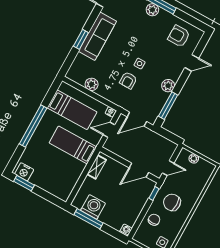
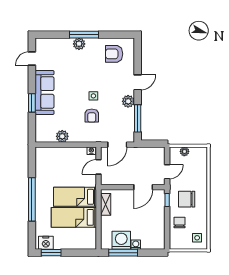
door: (192, 63) -> (138, 82), moved
bed: (72, 110) -> (74, 217), moved, turned 180
washing machine: (126, 230) -> (136, 245), moved

